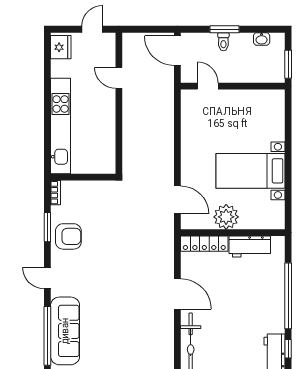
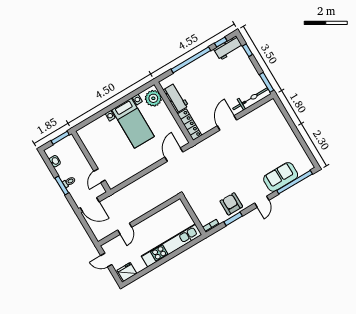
door: (177, 51) -> (90, 205), hinge flipped
plant: (226, 217) -> (153, 98), moved
sofa: (65, 331) -> (281, 177), width x0.73

